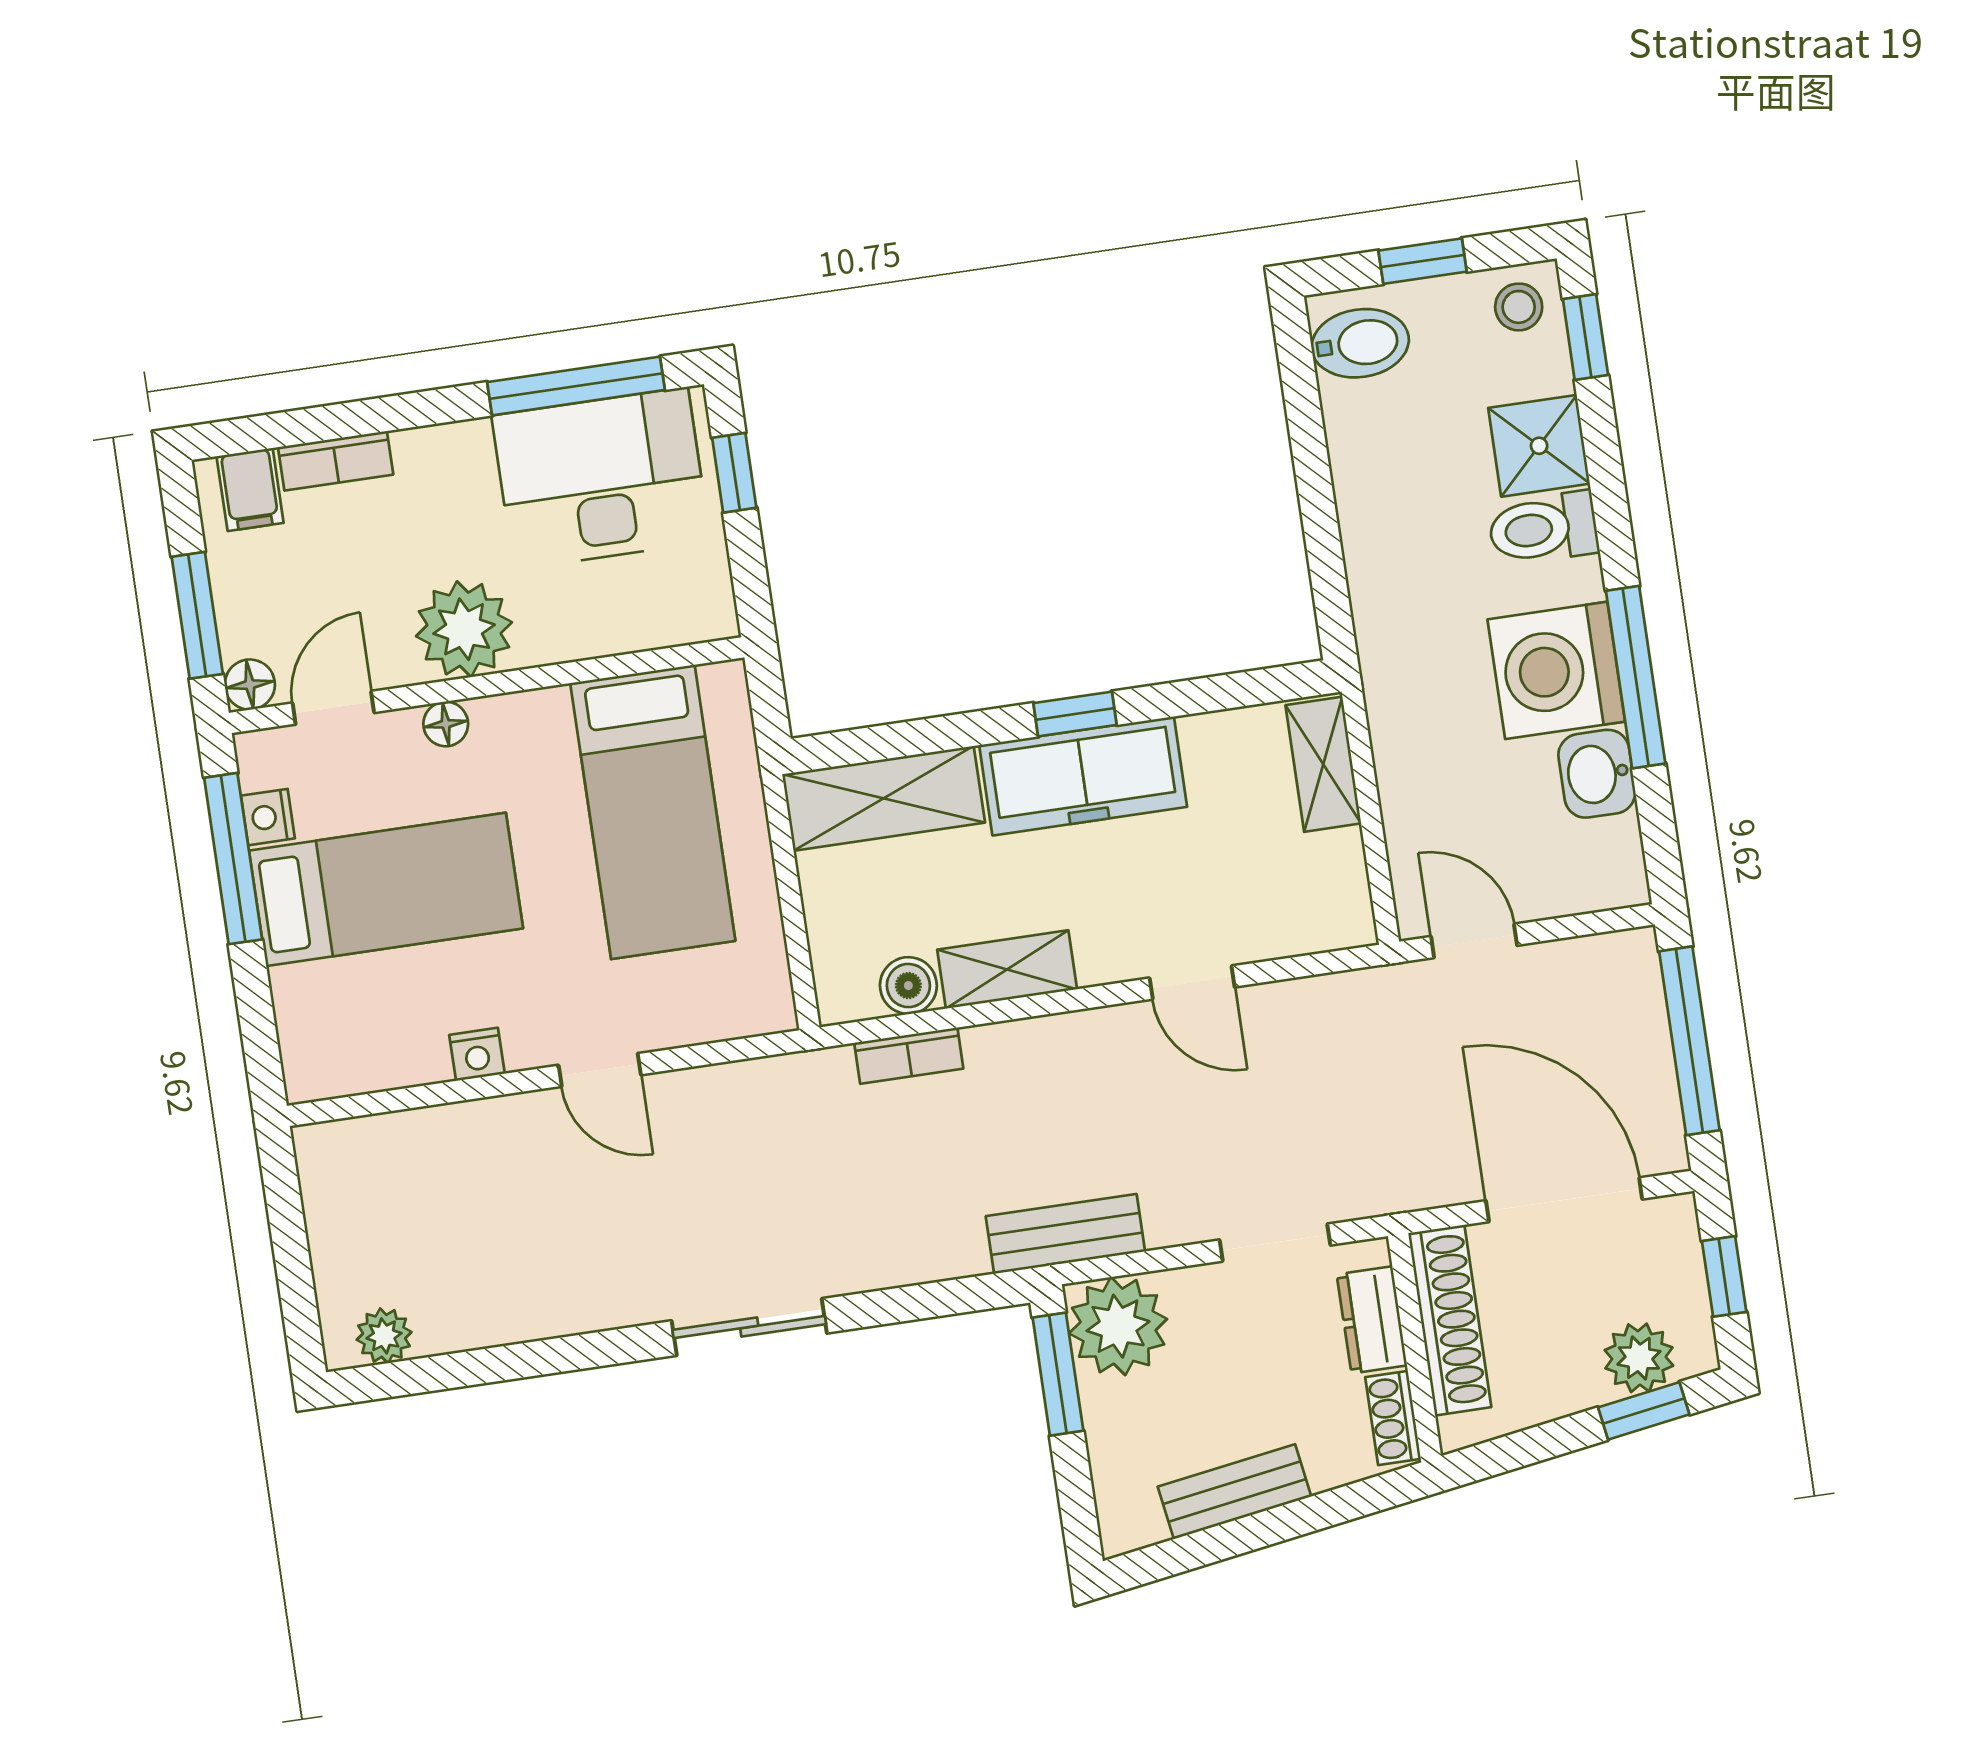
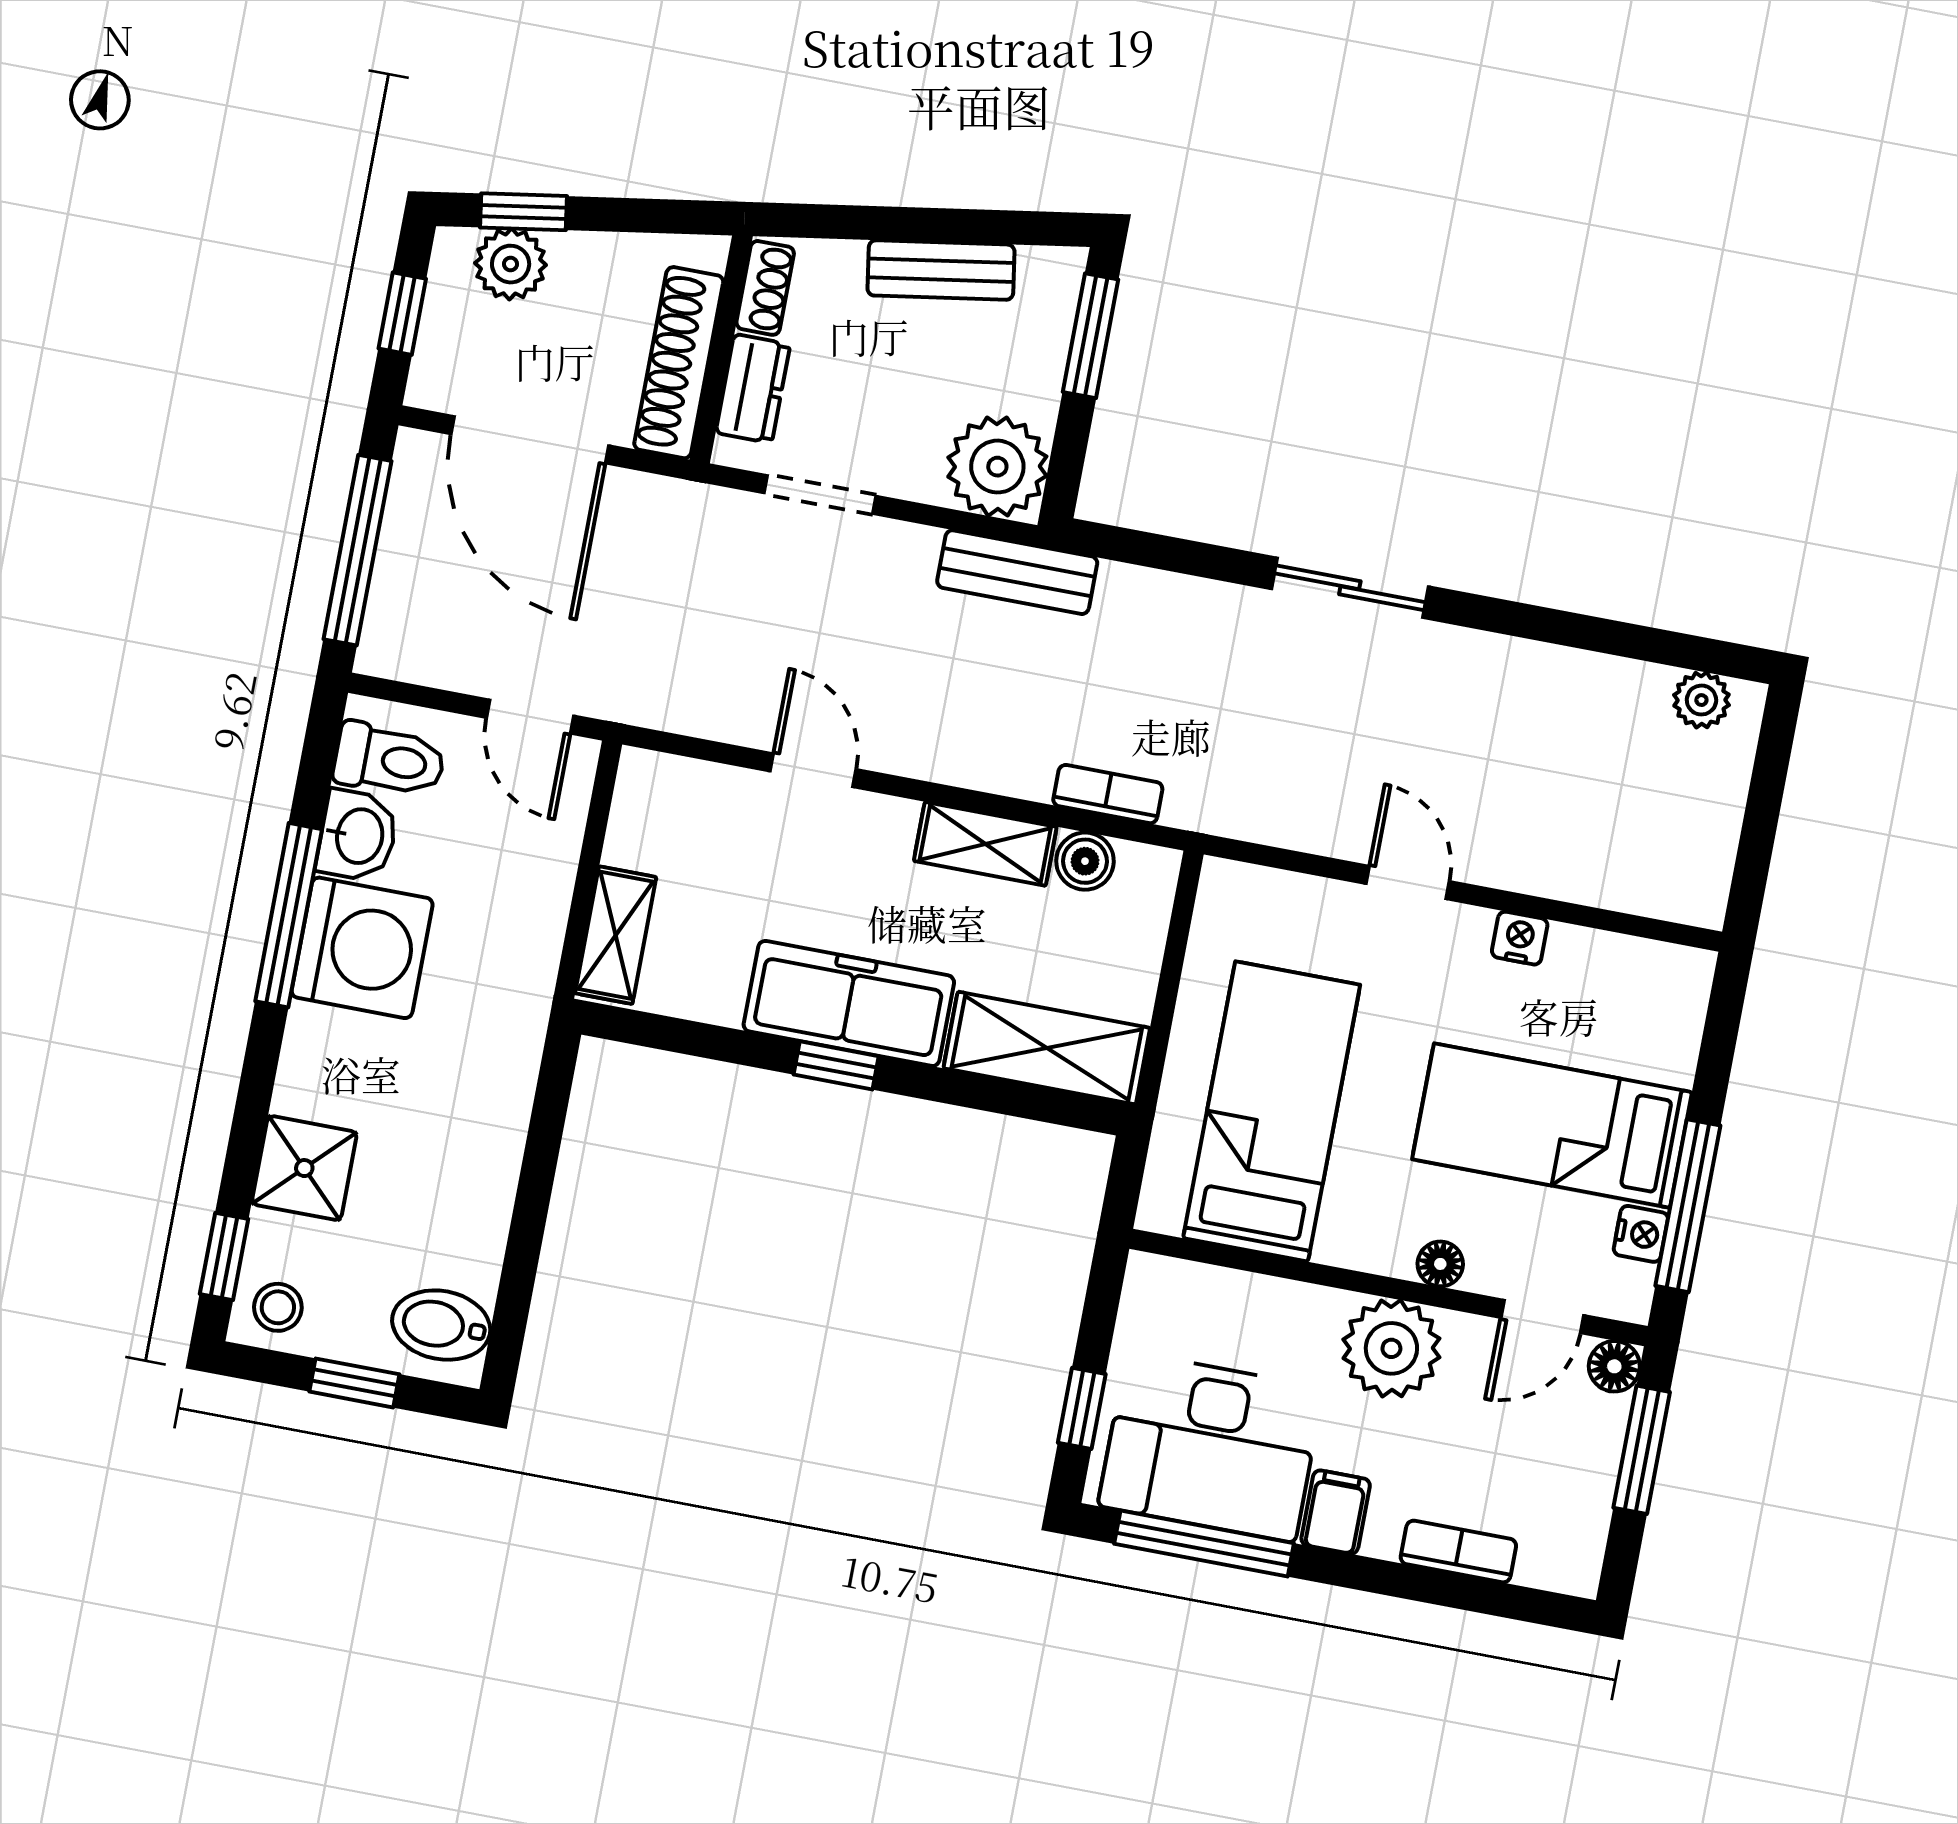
filing cabinet: (250, 490) -> (1336, 1512), moved
toilet: (1543, 528) -> (389, 760), moved
window: (1058, 1374) -> (1090, 336), moved

